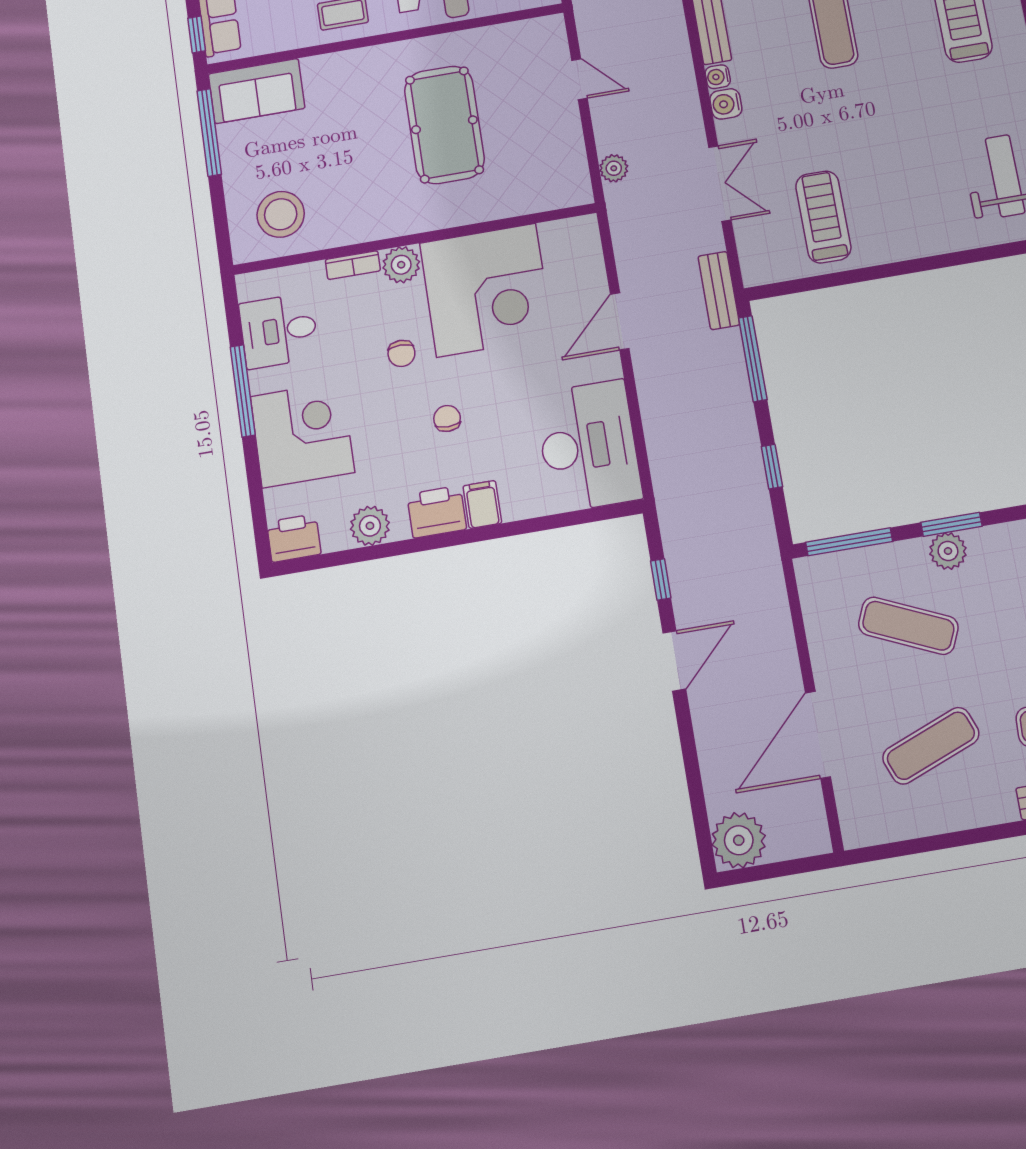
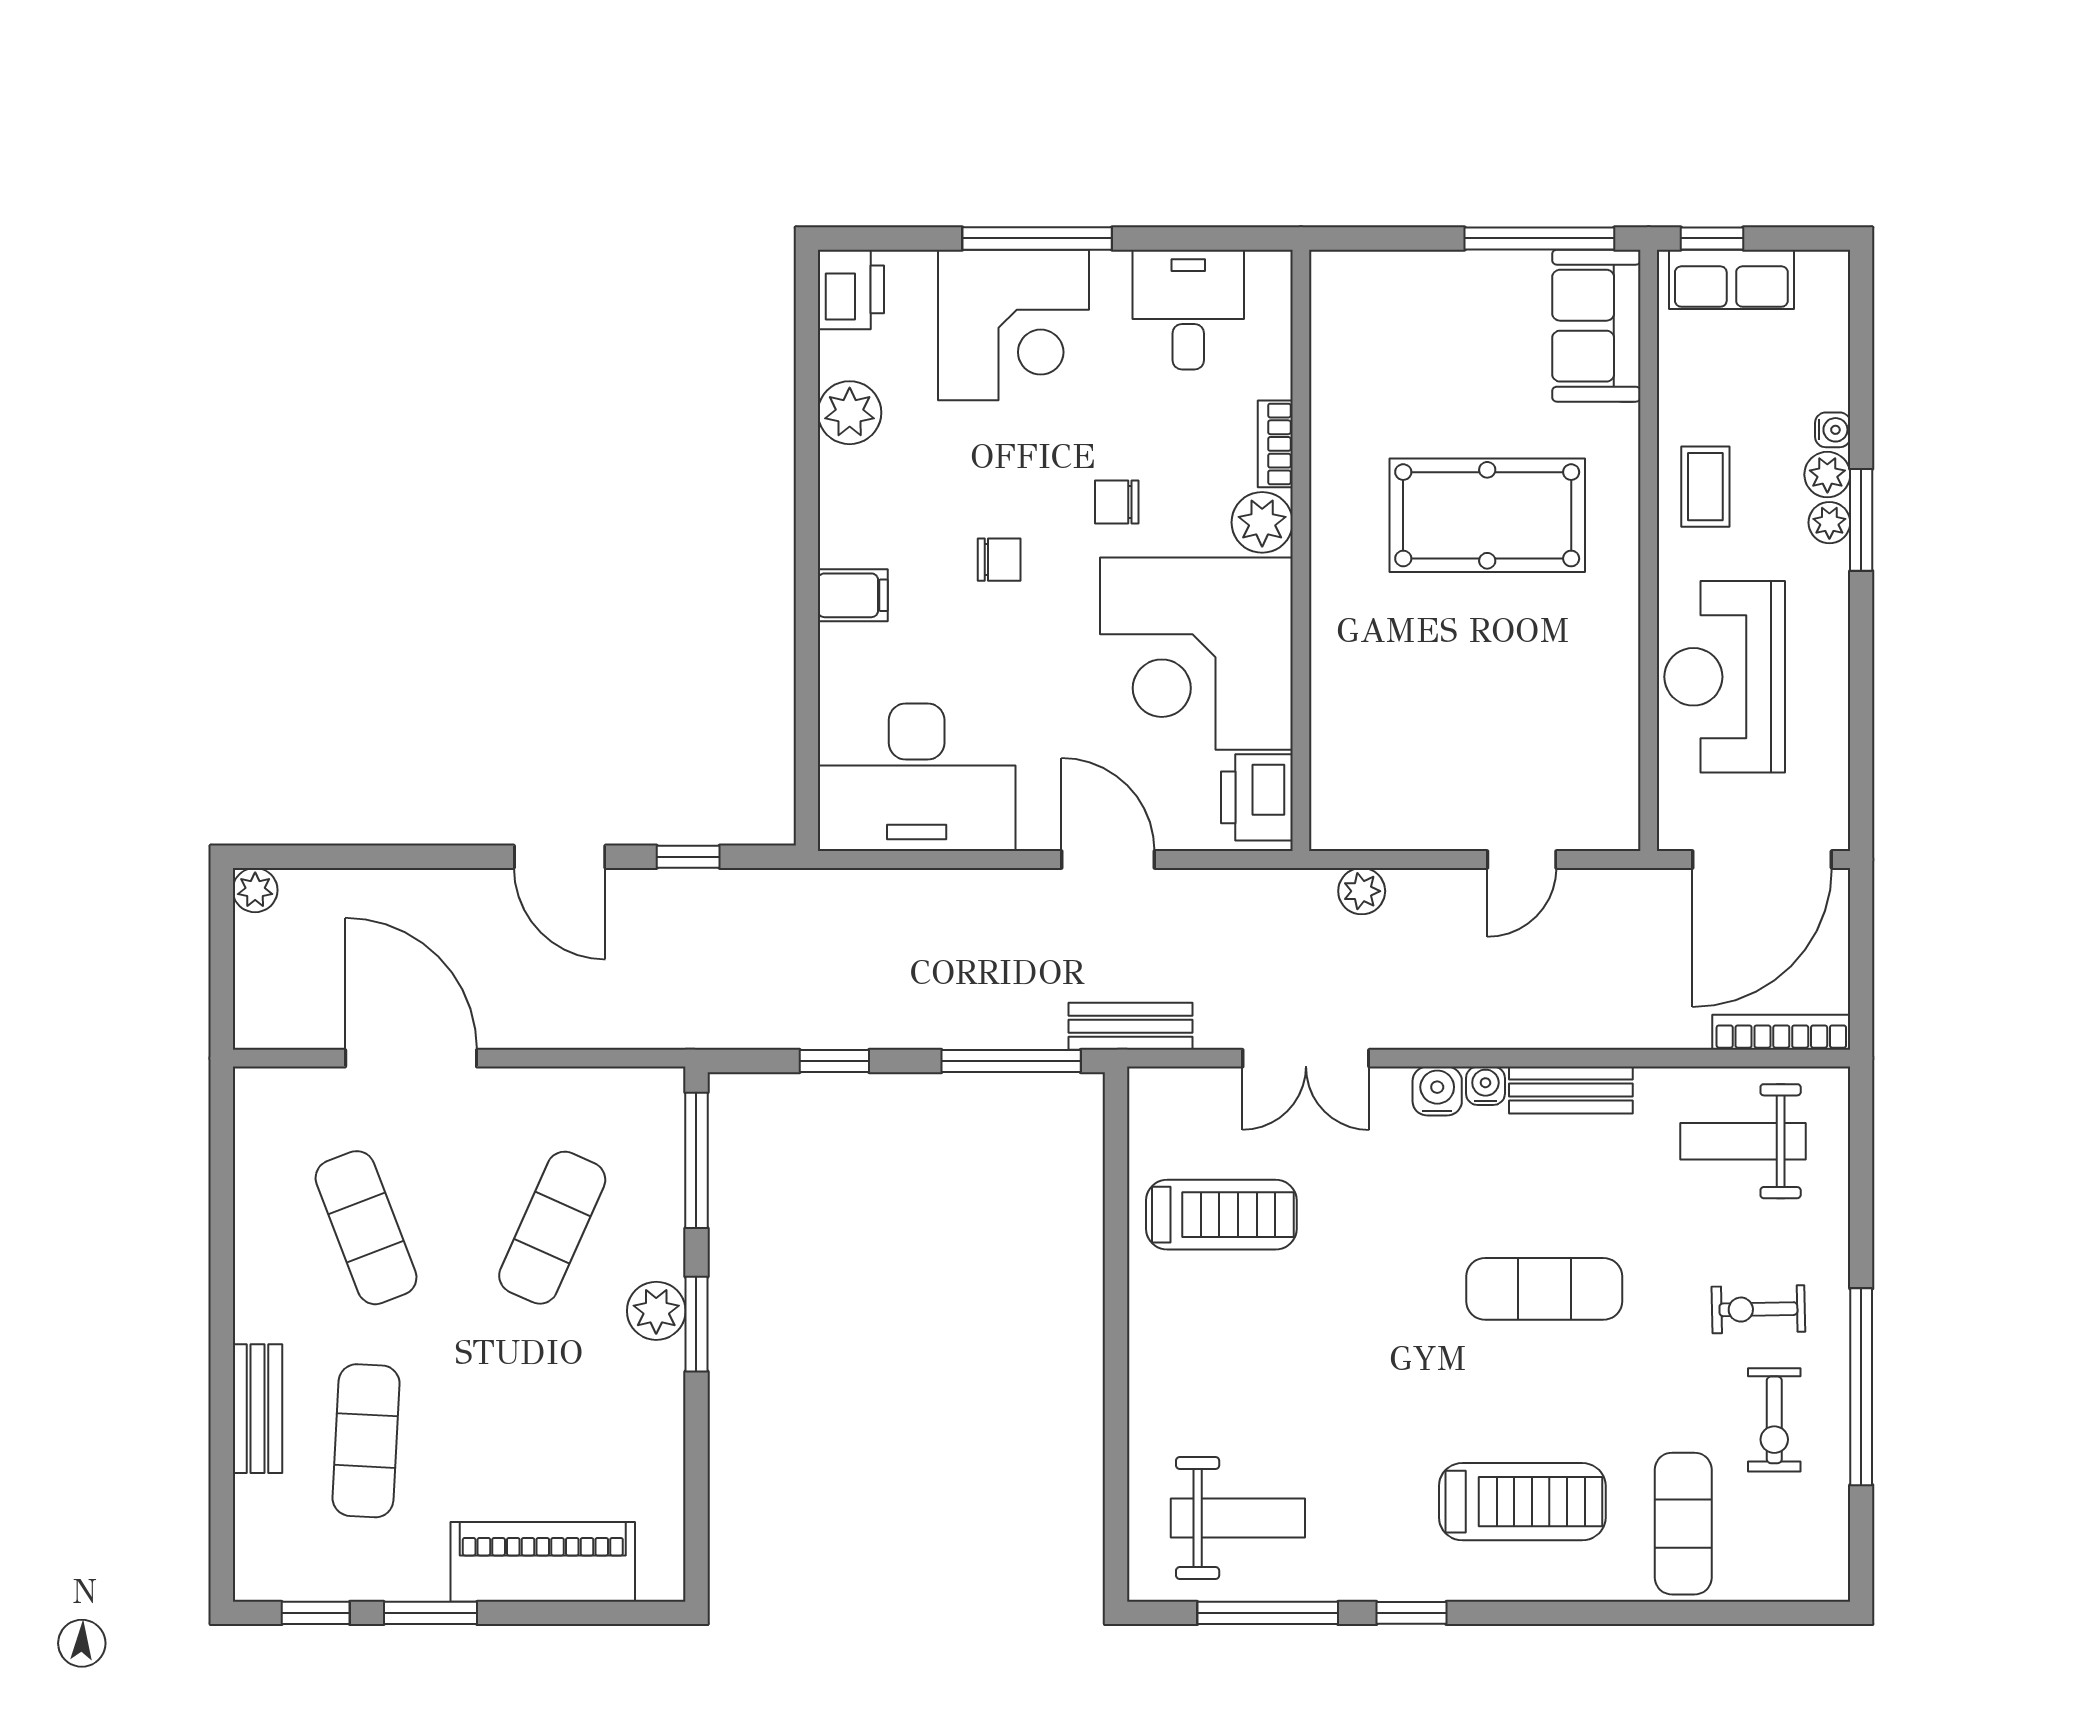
pool table: (444, 125) -> (1487, 515), moved
stool: (281, 214) -> (1381, 338), removed
window: (243, 391) -> (1037, 238), moved
printer: (437, 512) -> (1257, 797), moved, turned 180
plant: (739, 840) -> (255, 890), width x0.53, depth x0.53

